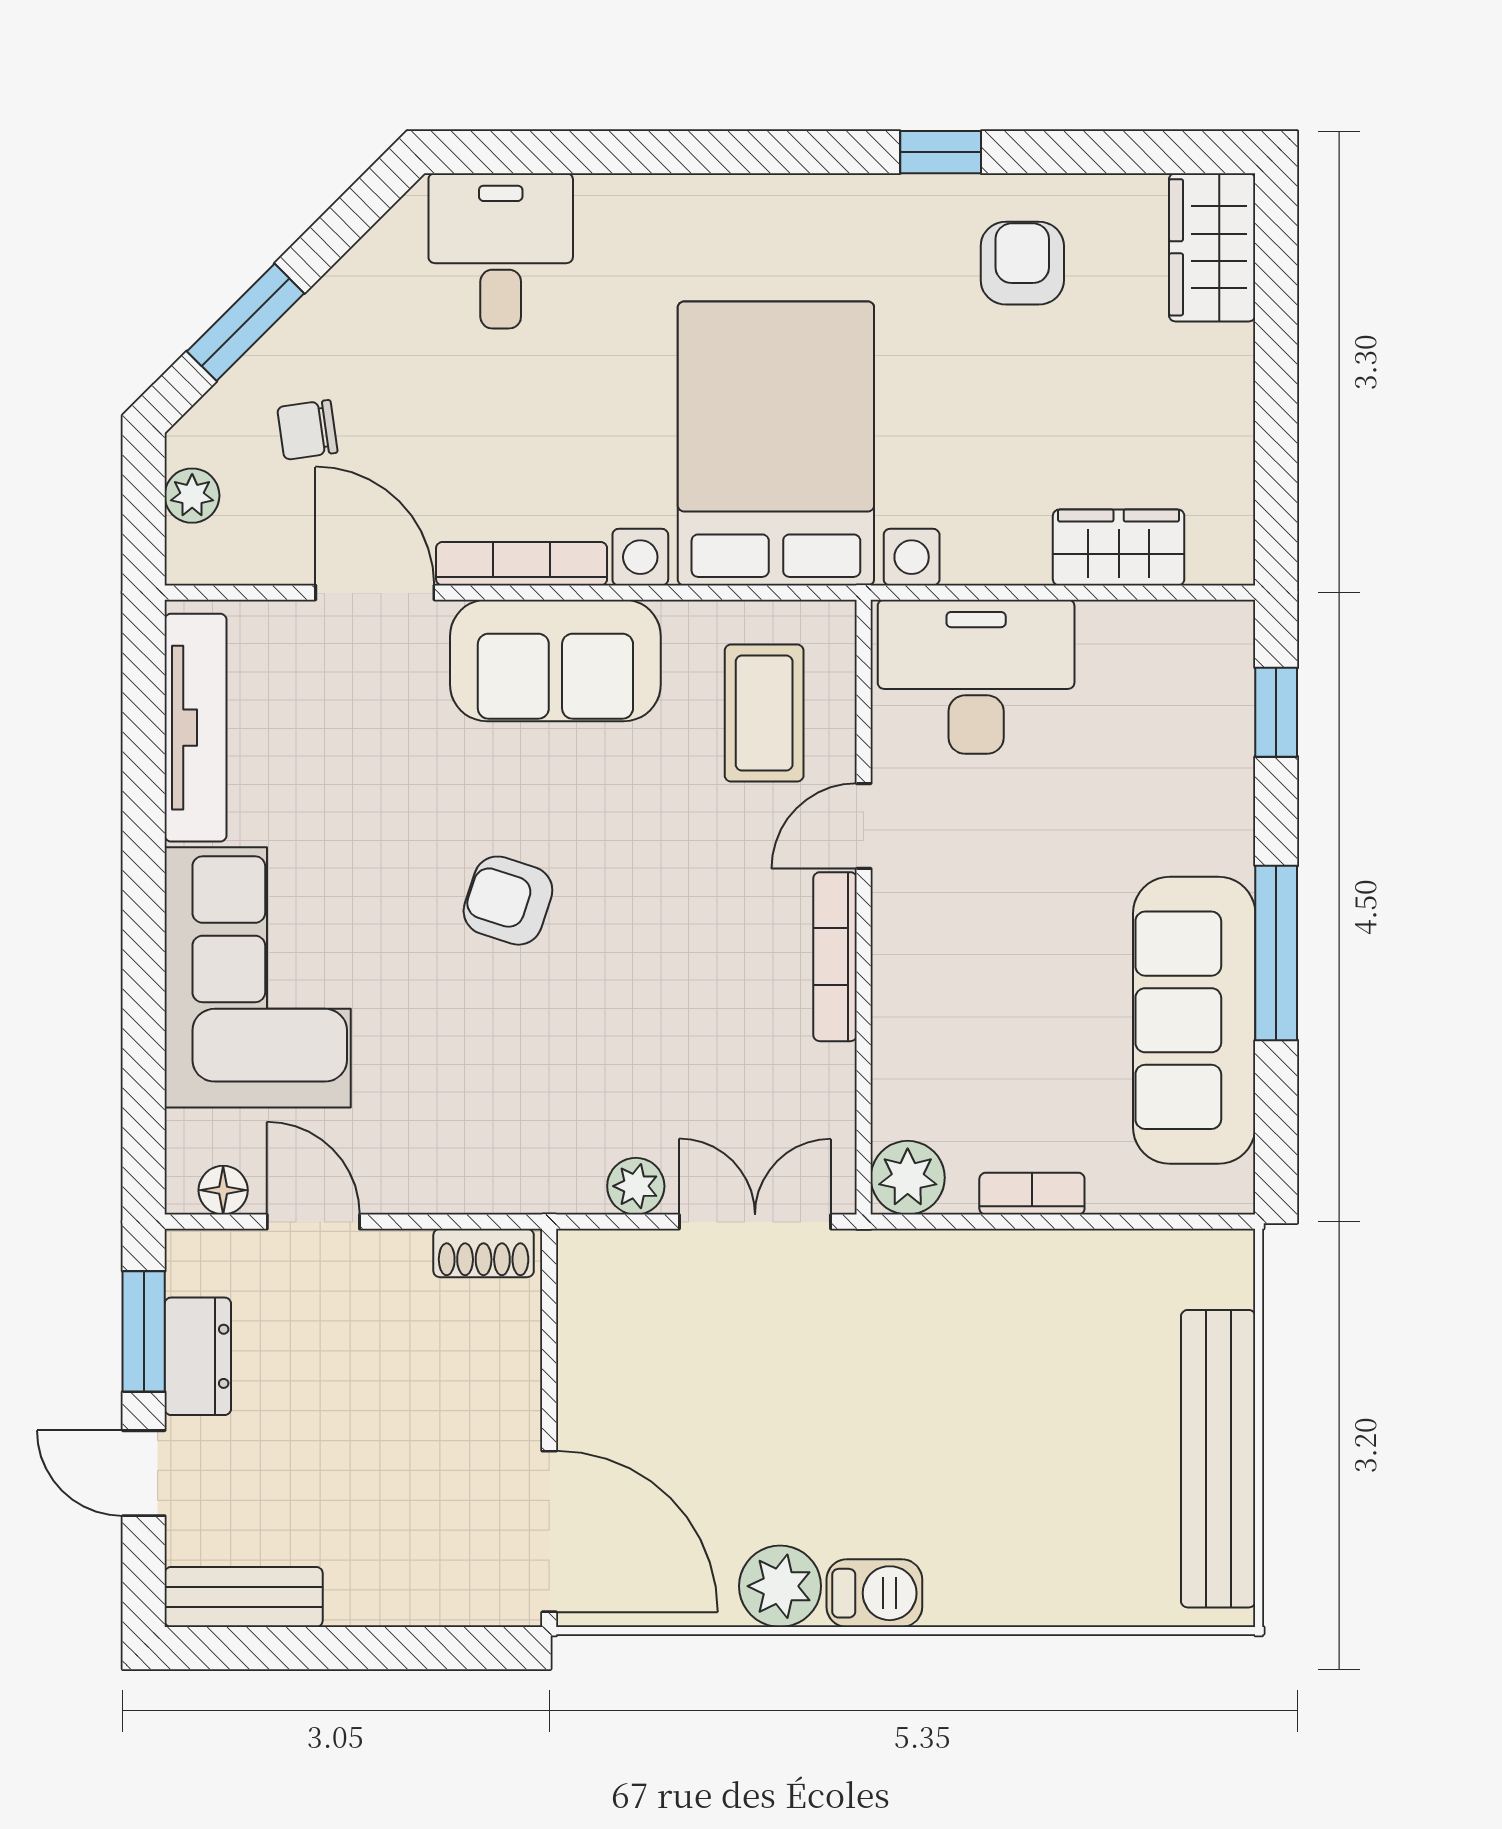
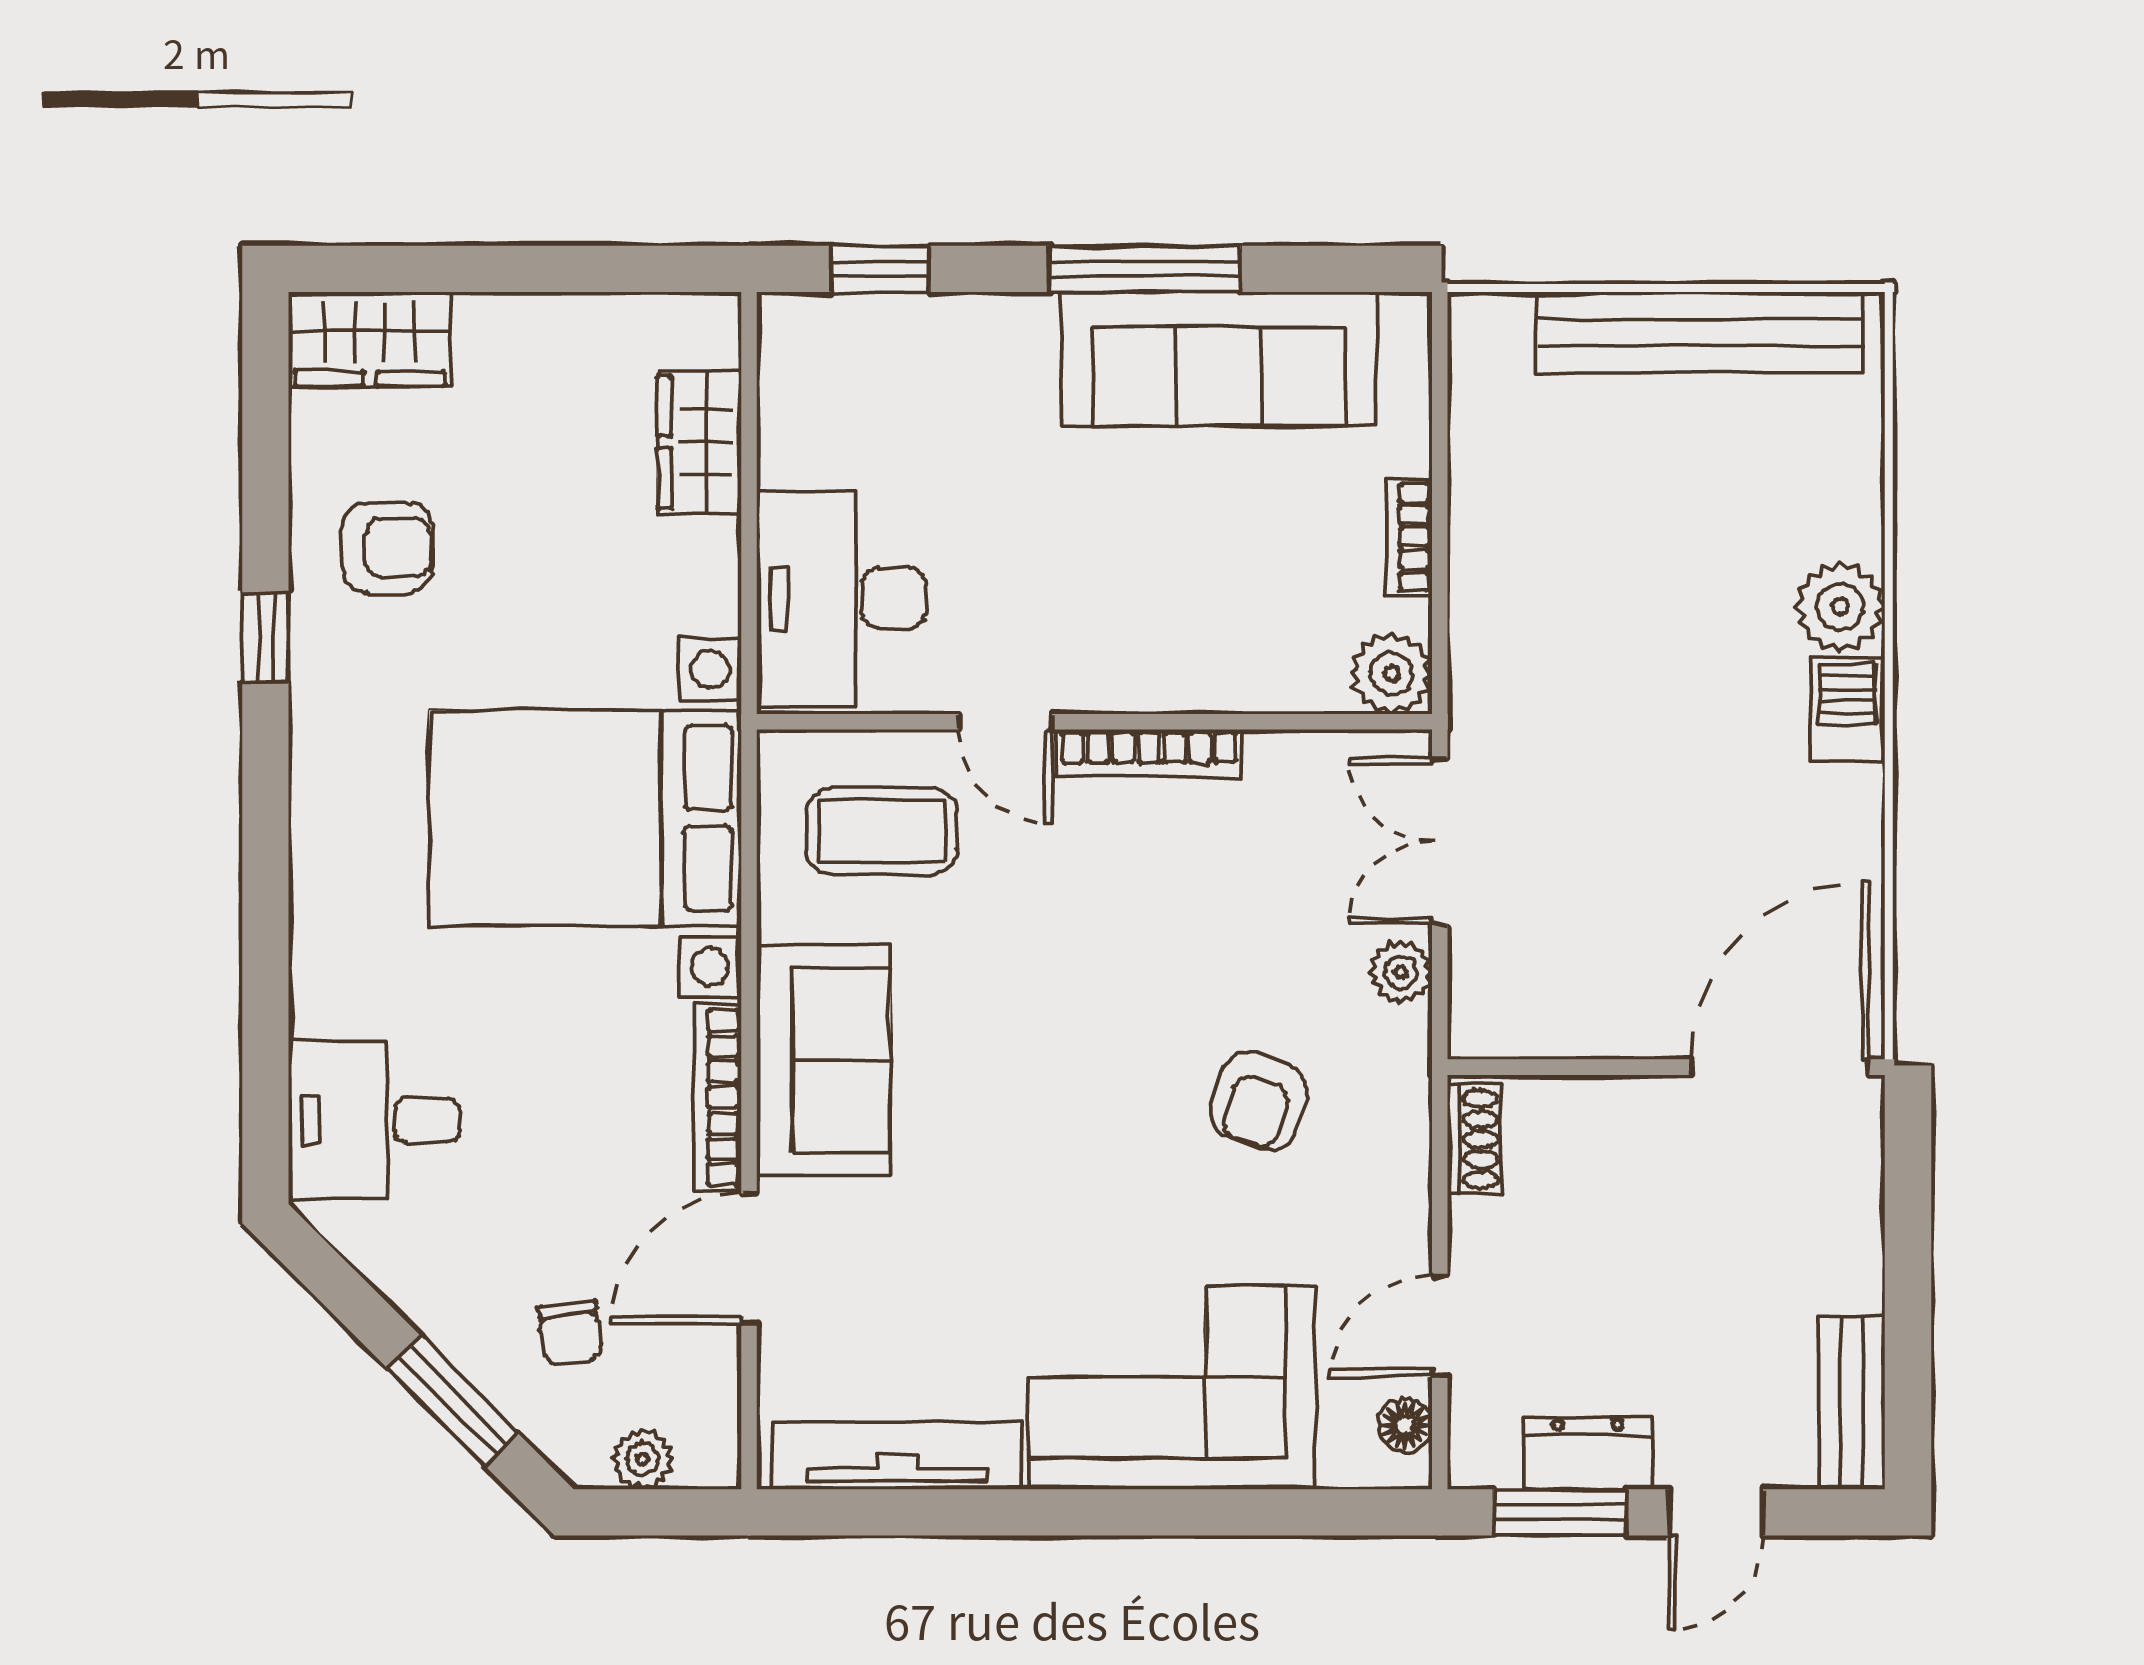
armchair: (1022, 263) -> (387, 548), turned 180
armchair: (508, 901) -> (1259, 1101), moved
plant: (780, 1586) -> (1840, 607), moved

